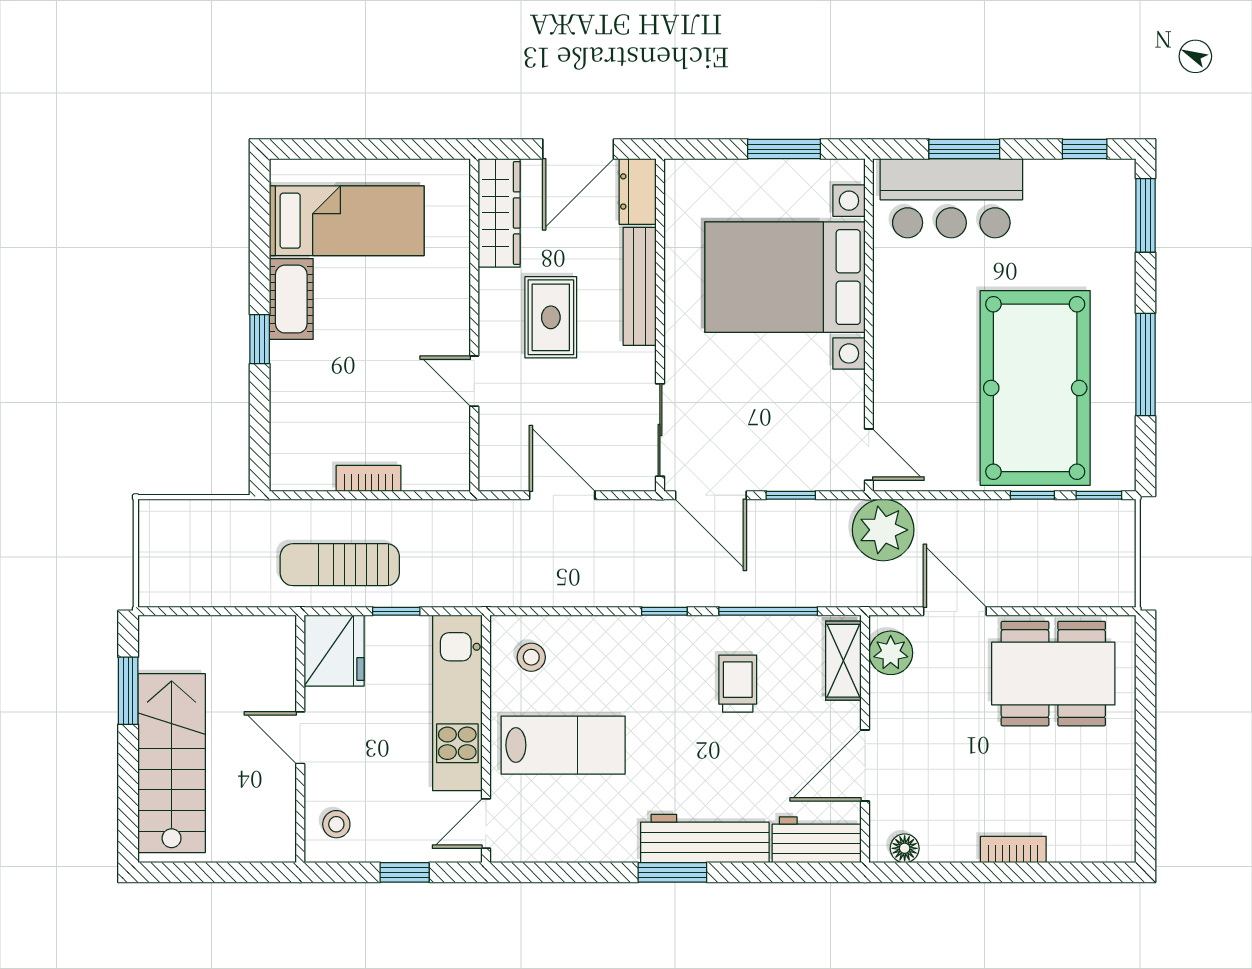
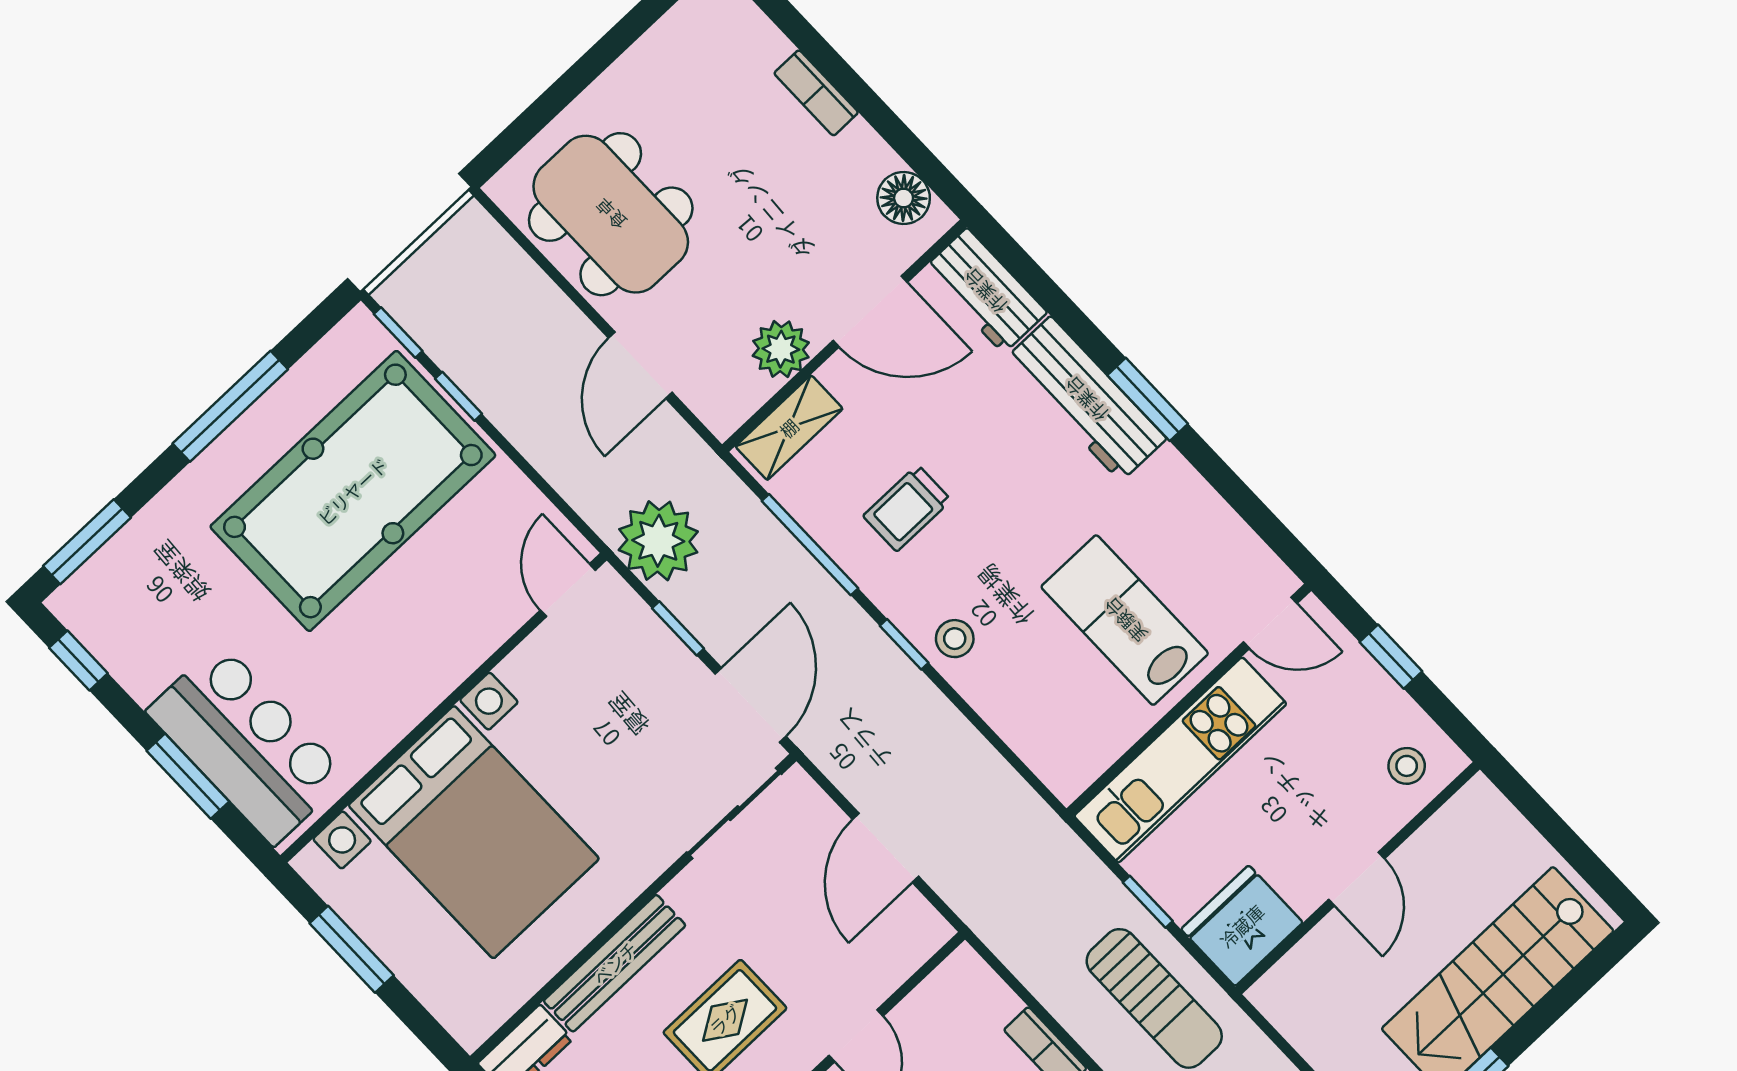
plant: (883, 530) -> (658, 541), moved
plant: (891, 653) -> (781, 349), moved
stool: (531, 657) -> (955, 639), moved
floor lamp: (905, 848) -> (904, 198), width x1.37, depth x1.37

